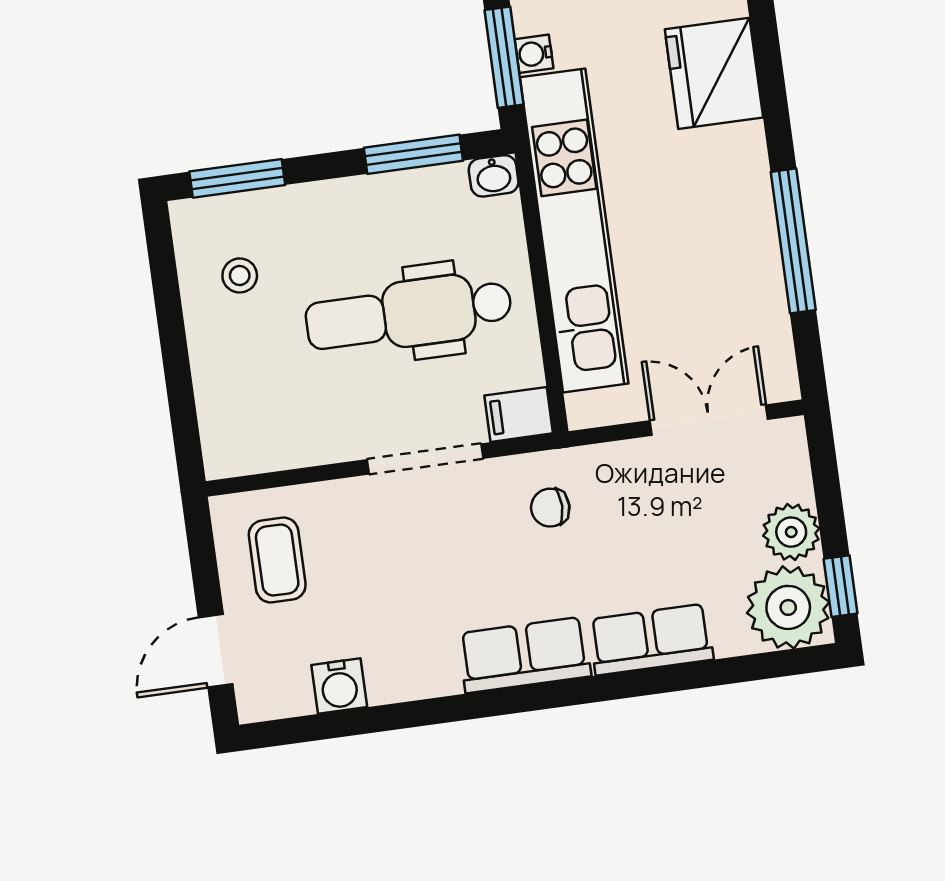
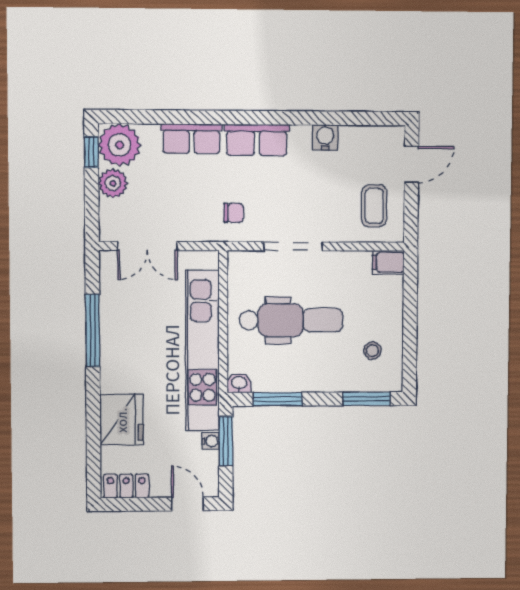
filing cabinet: (519, 414) -> (388, 262), moved, turned 180
water cooler: (339, 686) -> (325, 138), moved

